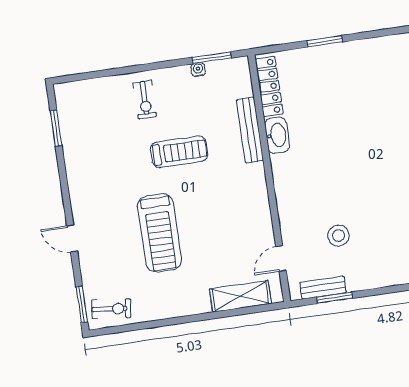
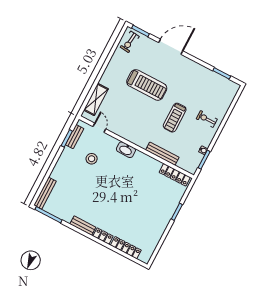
washbasin: (277, 135) -> (126, 150), moved
treadmill: (160, 233) -> (147, 85), turned 180
door: (72, 238) -> (171, 47), width x1.87

